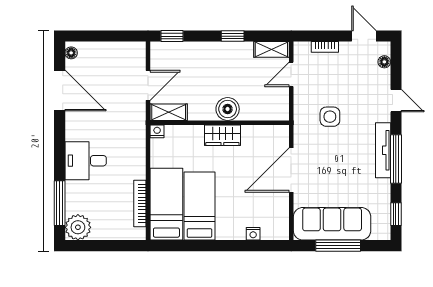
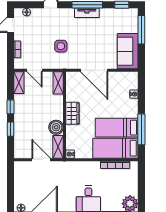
window: (172, 36) -> (10, 129), moved
boiler: (228, 109) -> (56, 127), moved
shelving: (271, 112) -> (58, 83), added
tv unit: (383, 150) -> (87, 13), width x0.71
sofa: (332, 224) -> (128, 51), width x0.73
window: (197, 246) -> (141, 129), added
window: (338, 246) -> (141, 30), moved

